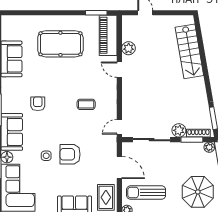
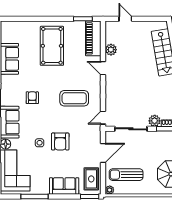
pool table: (60, 44) -> (52, 46), turned 90
coffee table: (86, 104) -> (74, 98), width x1.86, depth x1.72
armchair: (70, 154) -> (60, 142), turned -90
door: (119, 168) -> (103, 153), hinge flipped

